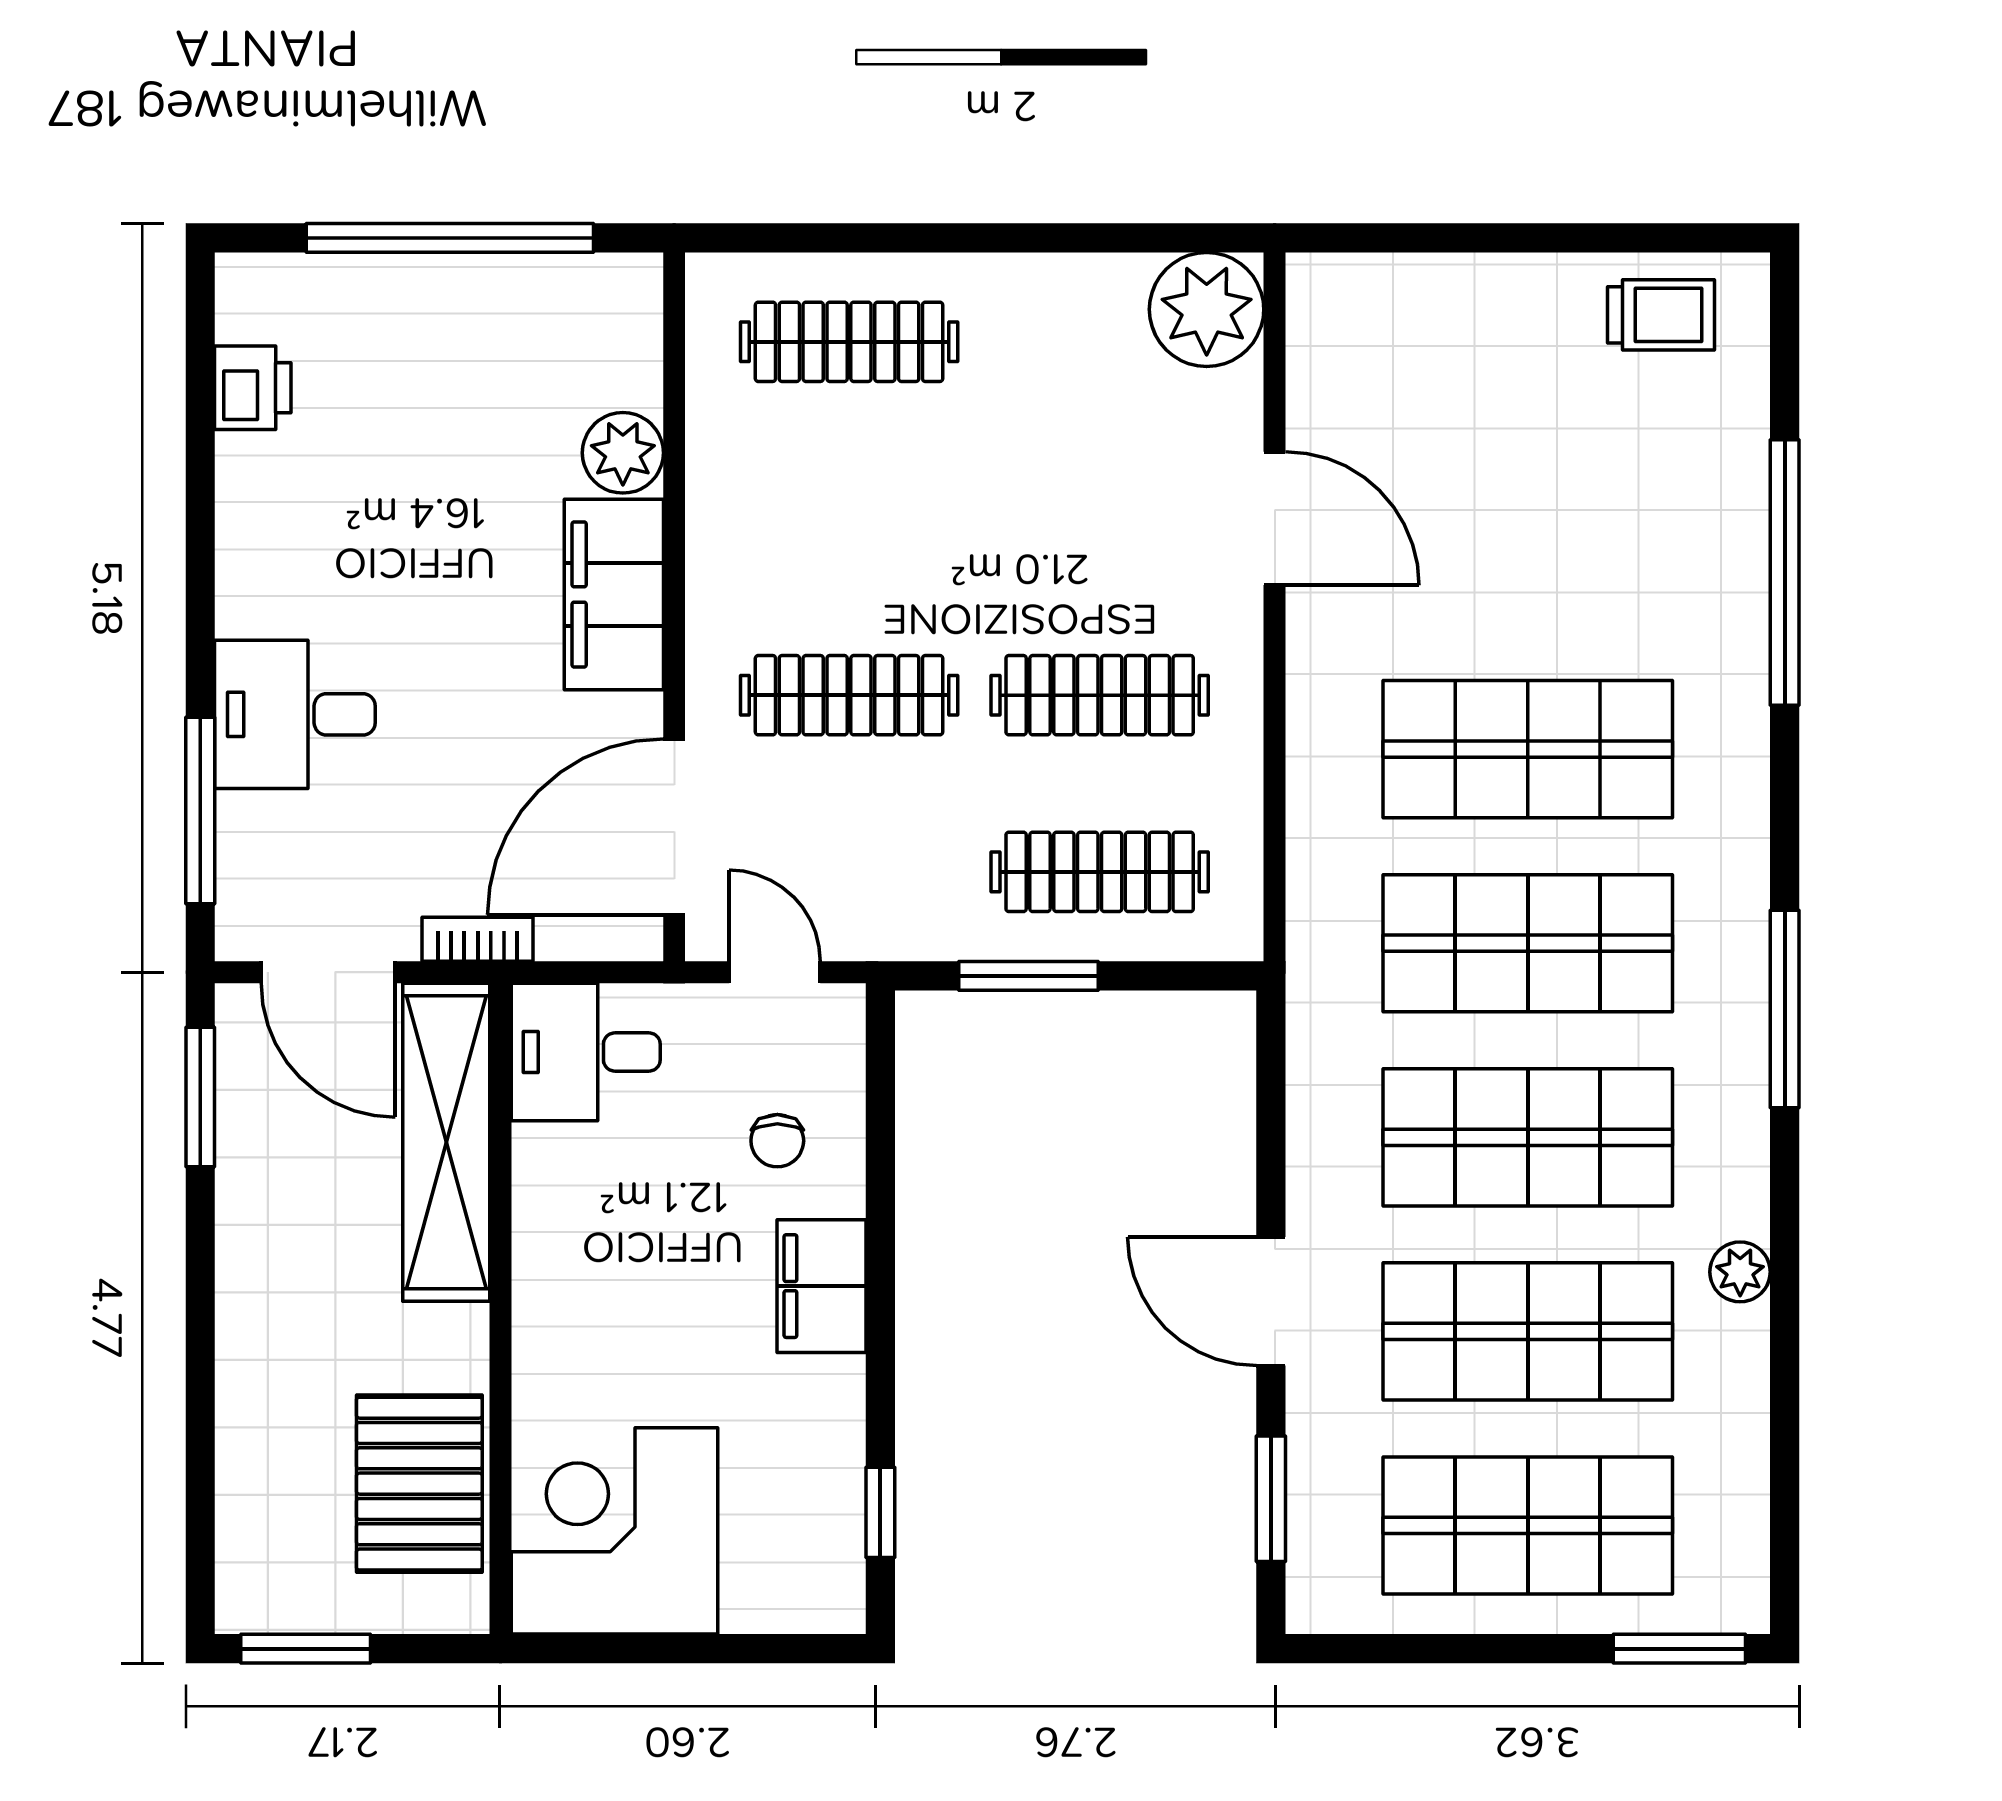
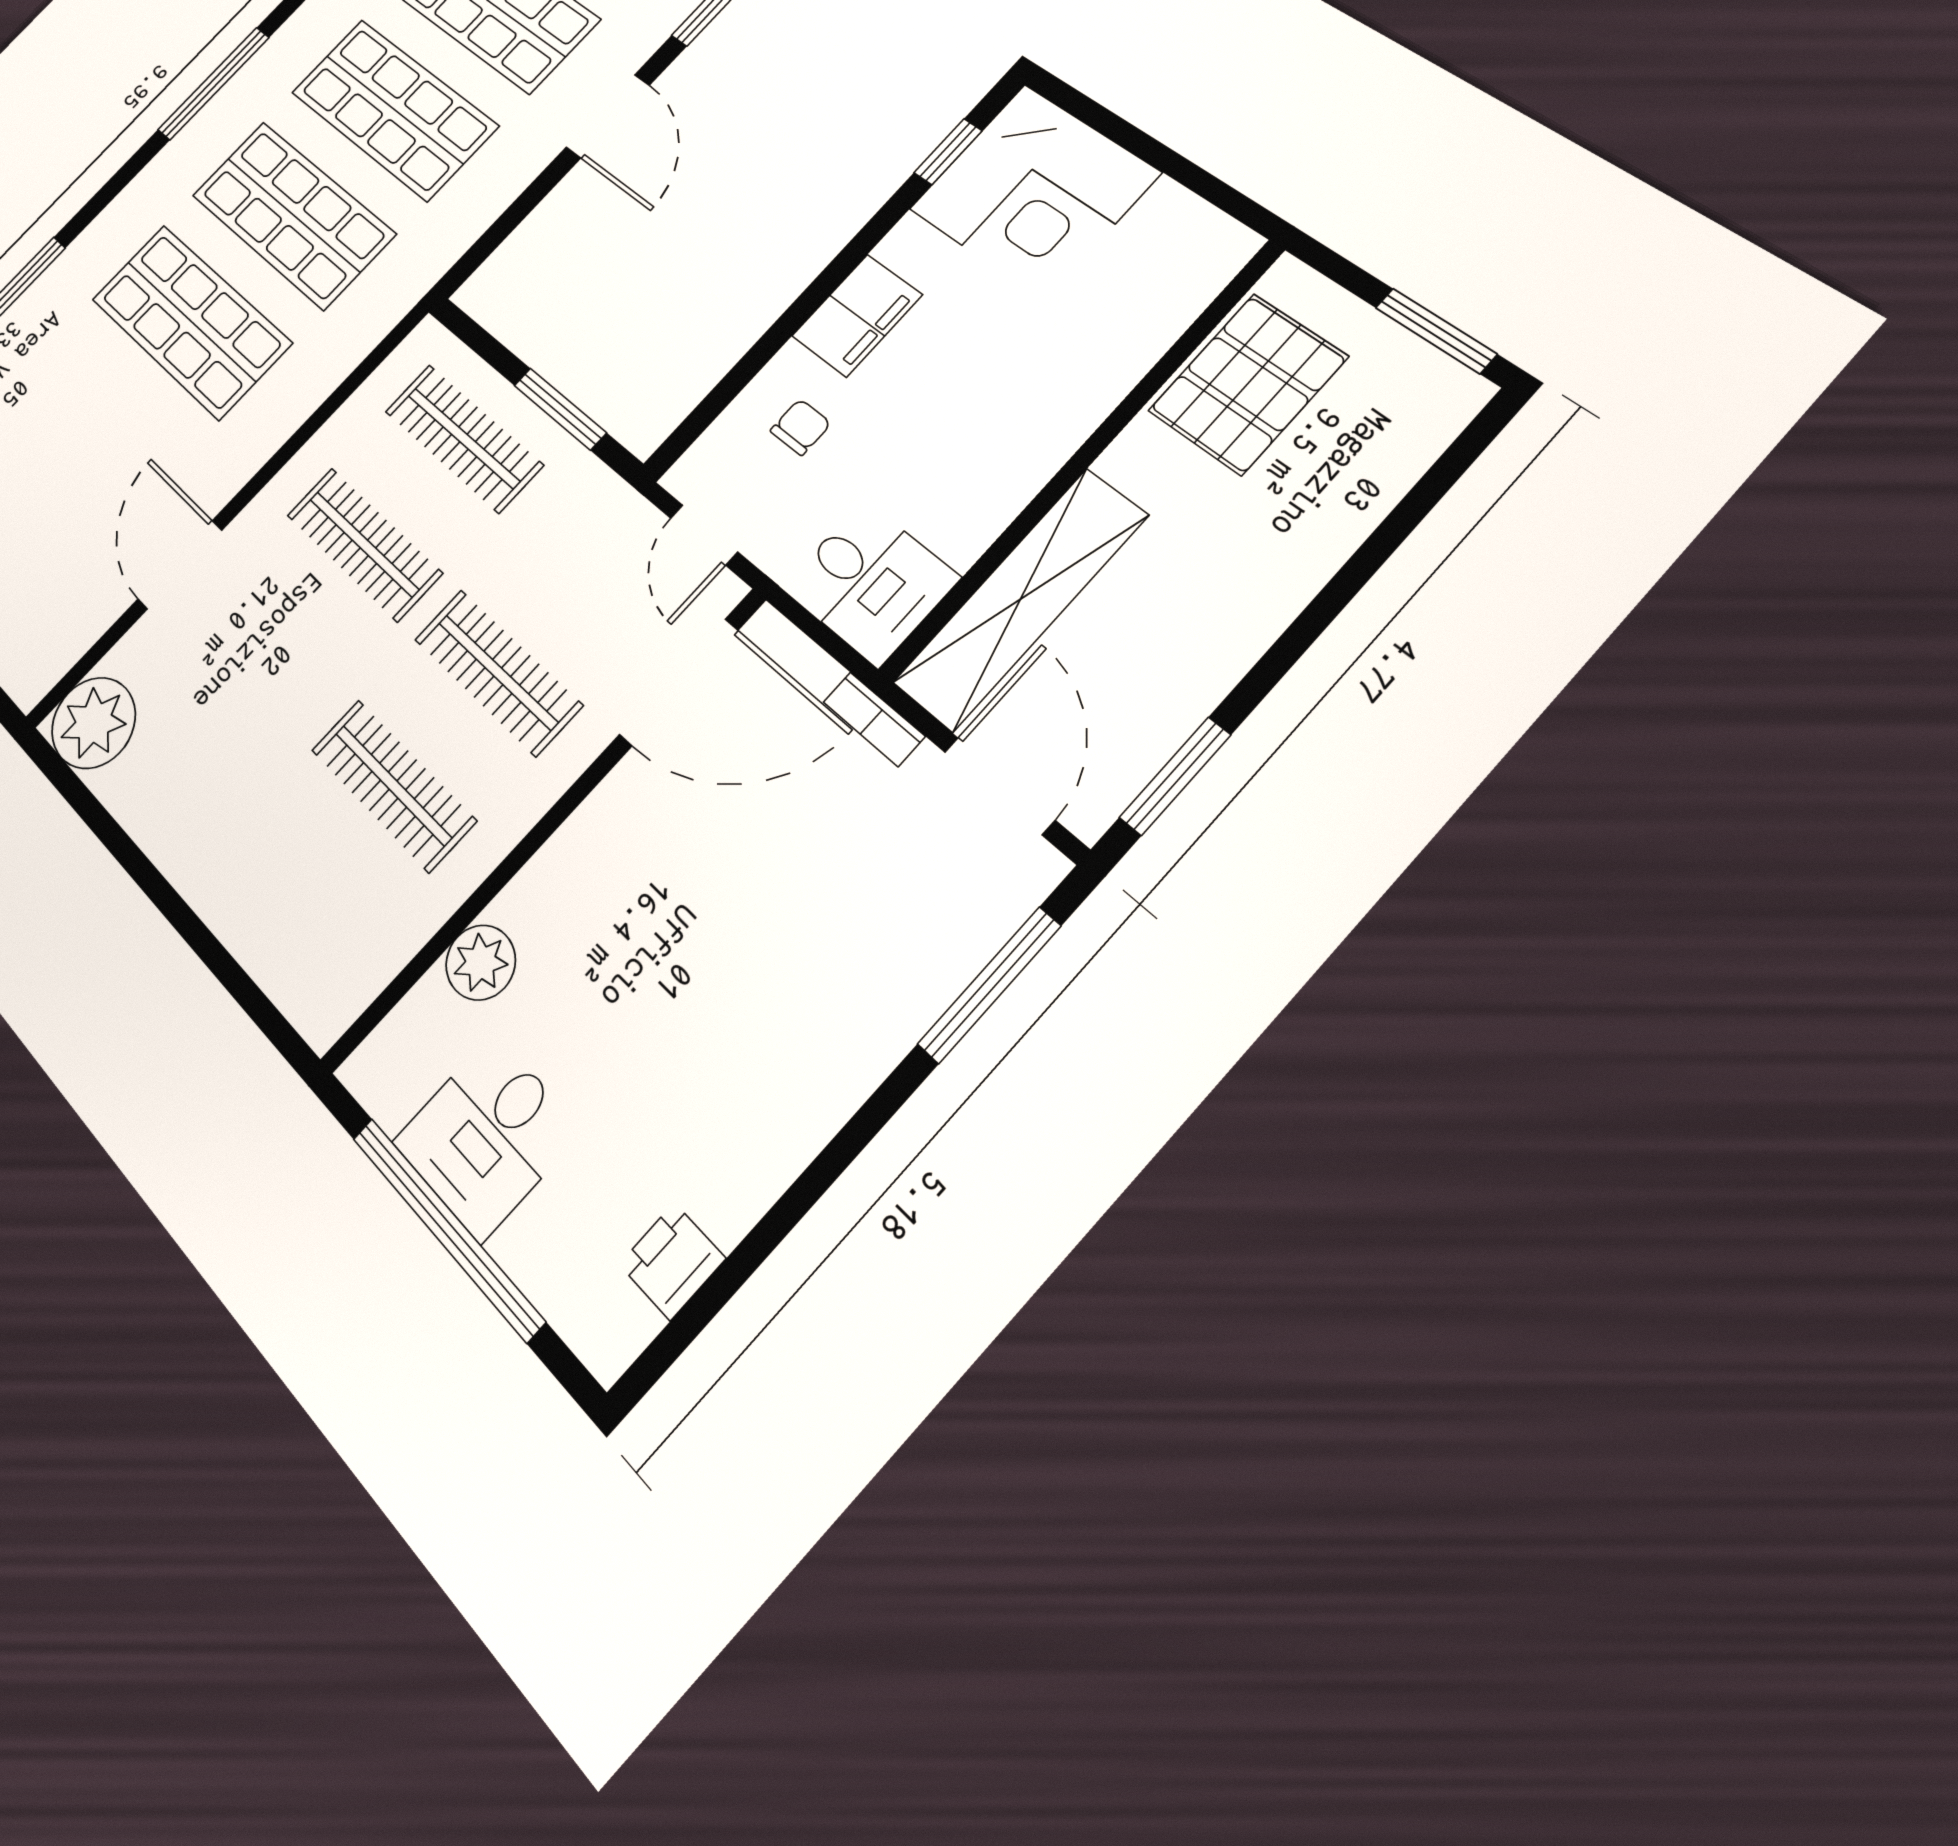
clothes rail: (849, 342) -> (393, 785), moved
filing cabinet: (614, 594) -> (574, 872), removed
desk: (295, 714) -> (487, 1136), moved, turned 90
corner desk: (615, 1531) -> (1034, 191), moved

